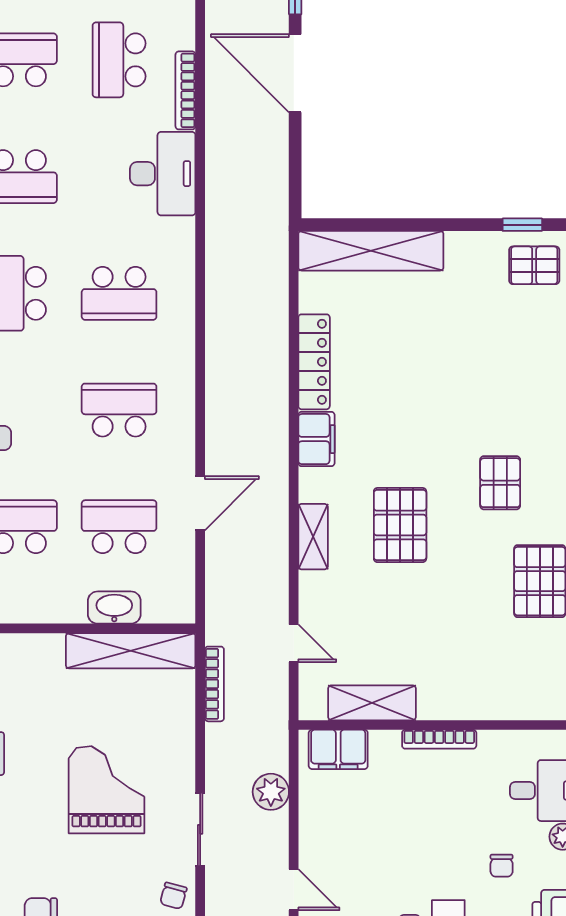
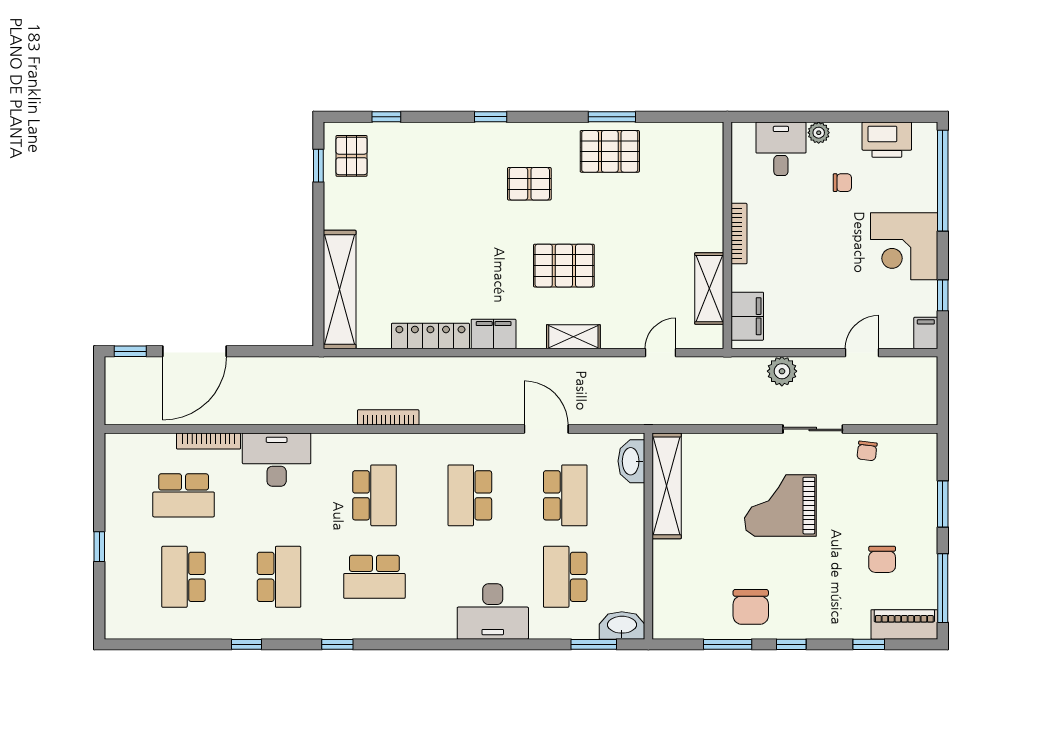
school desk: (119, 527) -> (565, 495), turned 180
washbasin: (114, 608) -> (631, 461), moved
bookcase: (214, 684) -> (388, 417), moved
chair: (173, 896) -> (867, 451), turned 82

